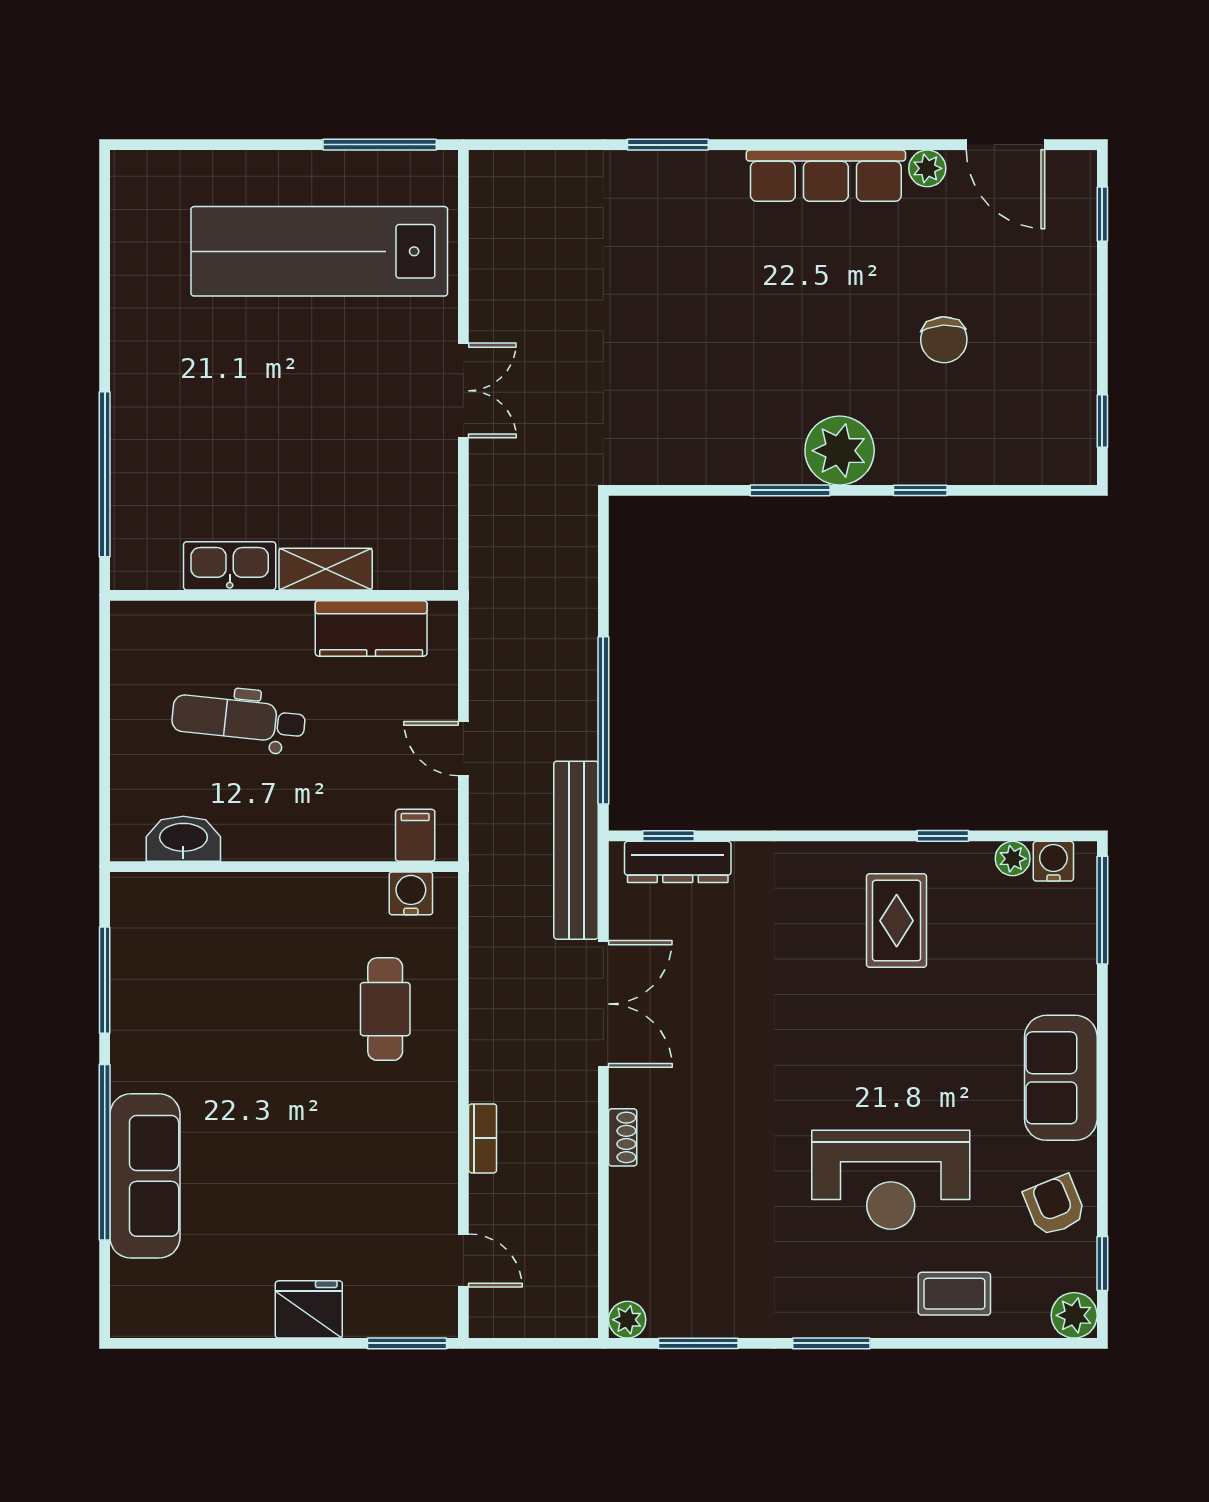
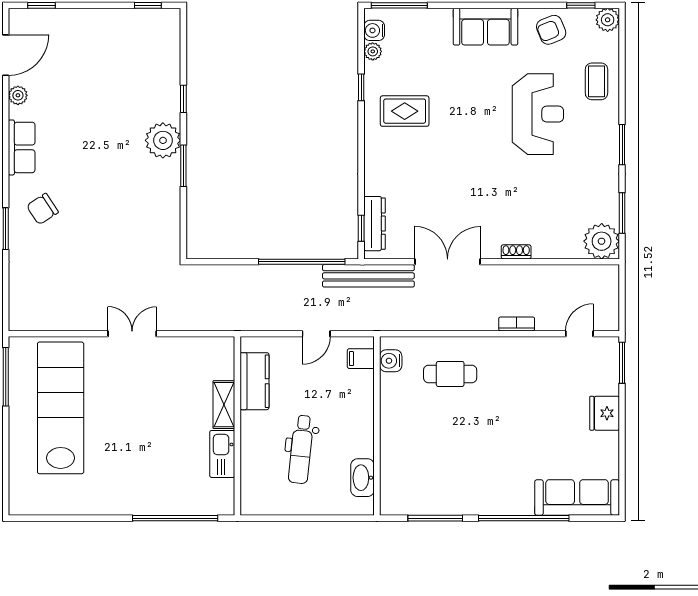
row of seats: (826, 176) -> (22, 147), width x0.68
lab bench: (319, 251) -> (61, 408), turned 180
chair: (944, 340) -> (42, 209), moved, turned 150
sofa: (145, 1176) -> (577, 497), moved
plant: (627, 1320) -> (602, 241), width x1.88, depth x1.88

